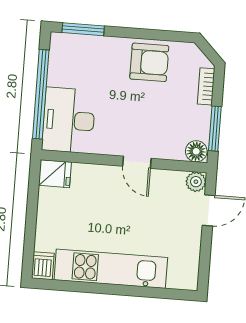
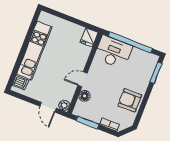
armchair: (149, 62) -> (130, 100), turned 90
floor lamp: (196, 151) -> (85, 96), moved
dishwasher: (43, 266) -> (20, 83), moved

